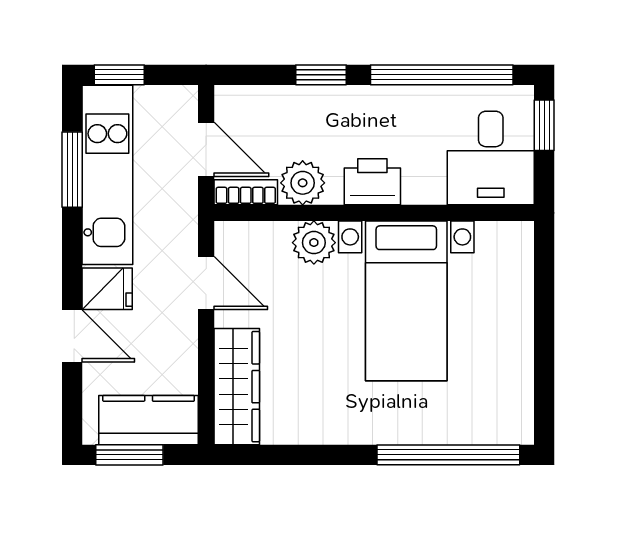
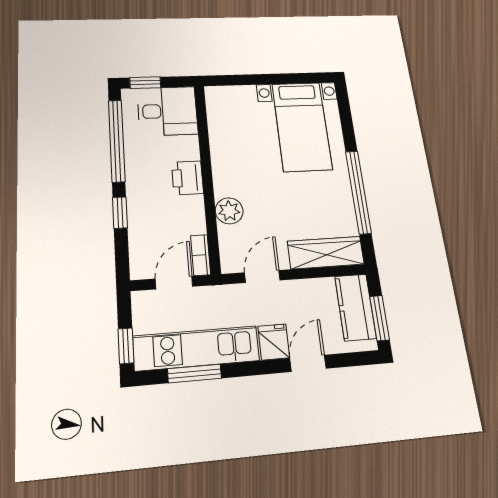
plant: (303, 183) -> (191, 220), removed
bed with nightstands: (406, 301) -> (302, 126), moved, turned 90
window: (448, 455) -> (358, 192), moved

